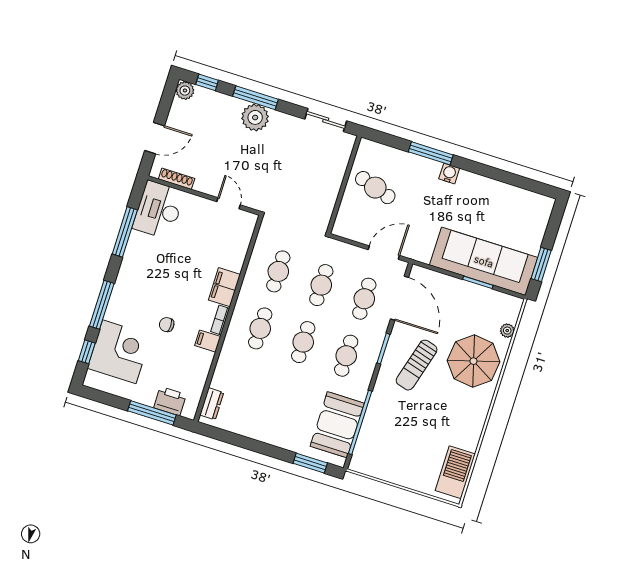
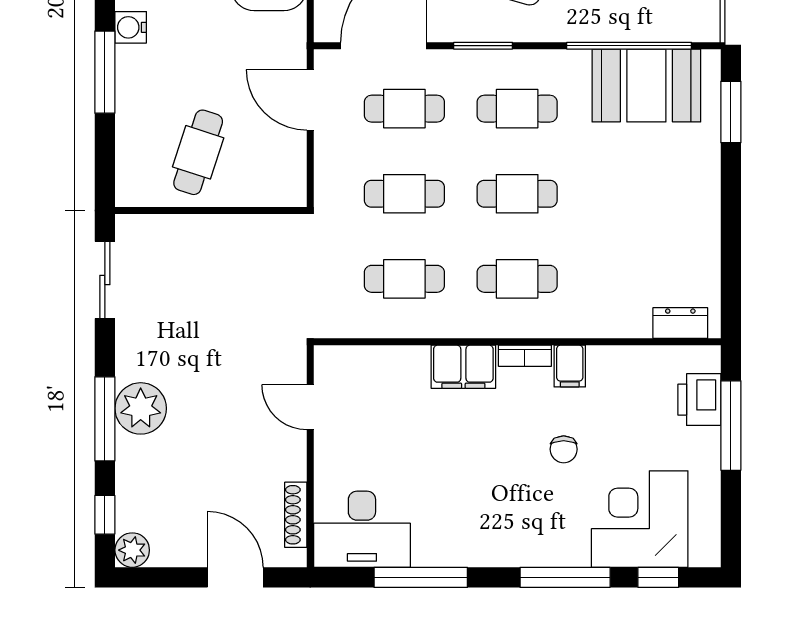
door: (229, 203) -> (310, 407), hinge flipped

